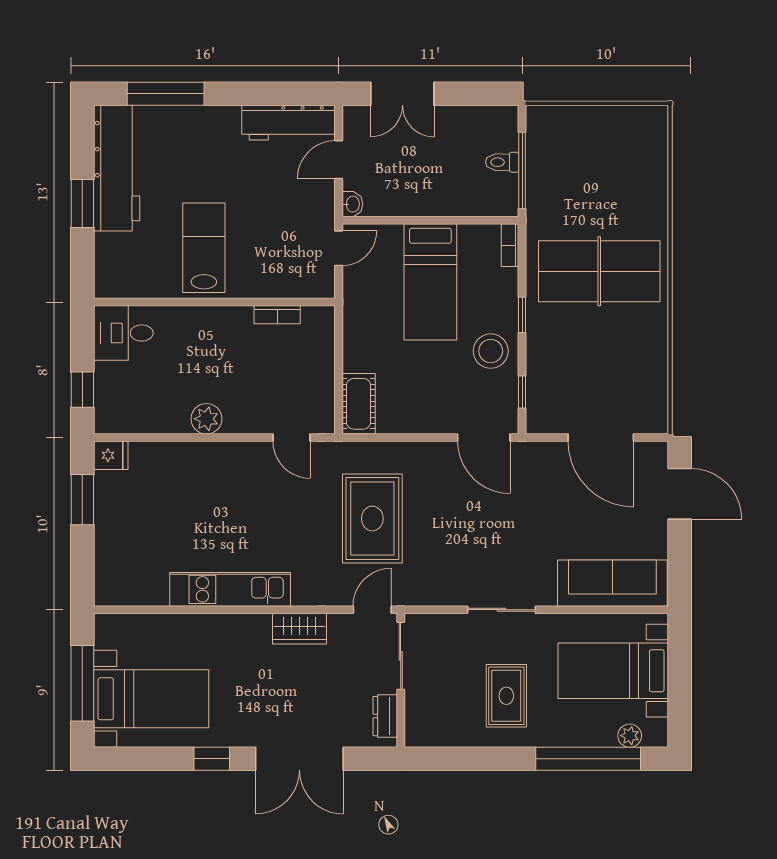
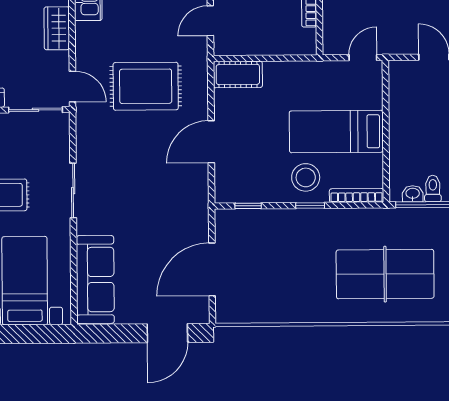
washbasin: (352, 204) -> (413, 194), moved, turned 180
bookcase: (510, 245) -> (357, 195), width x1.56
door: (339, 248) -> (363, 58), swing flipped
table tennis table: (599, 271) -> (385, 274), moved, turned 90
stool: (491, 351) -> (306, 177), moved
door: (484, 438) -> (211, 142), moved

